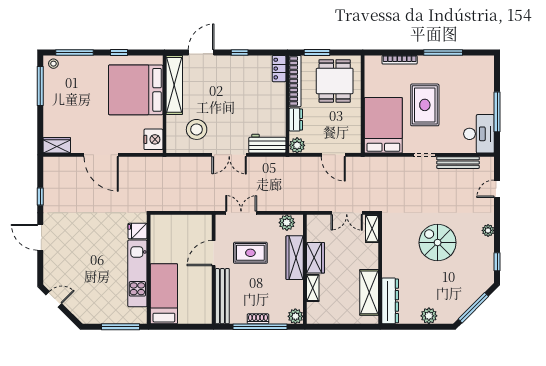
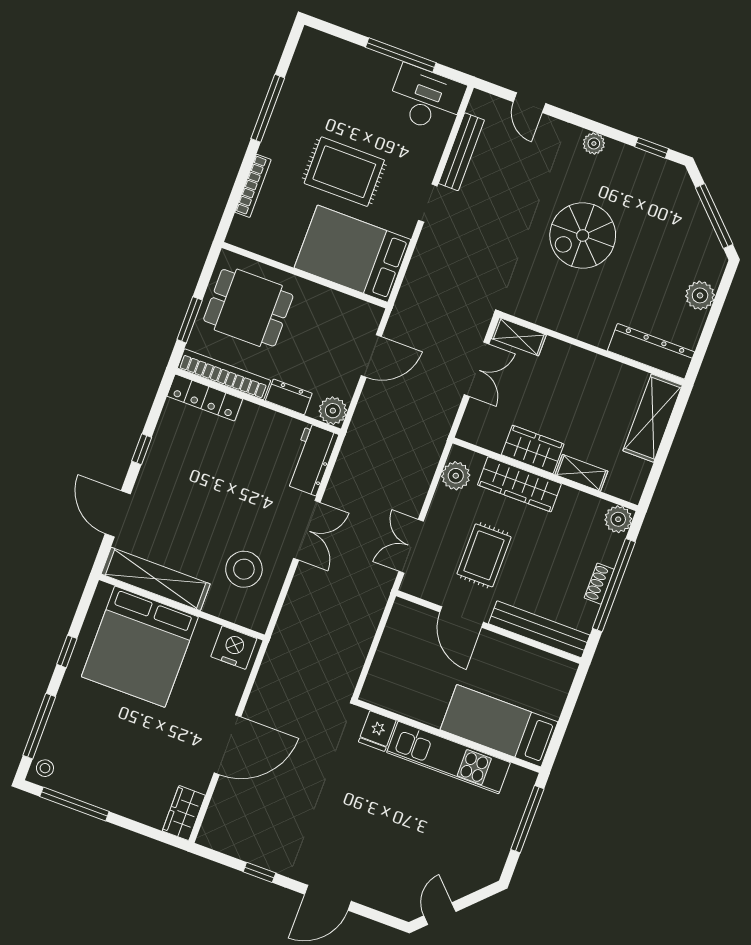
locker: (279, 69) -> (205, 398), width x1.53
shelving: (369, 292) -> (653, 418), moved, turned 90

